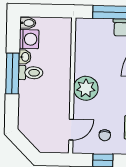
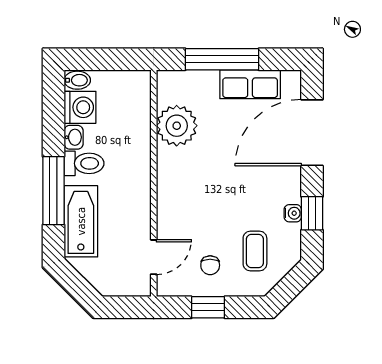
window: (12, 73) -> (53, 191), moved
plant: (86, 88) -> (177, 126), moved
bathtub: (28, 107) -> (81, 221), added

